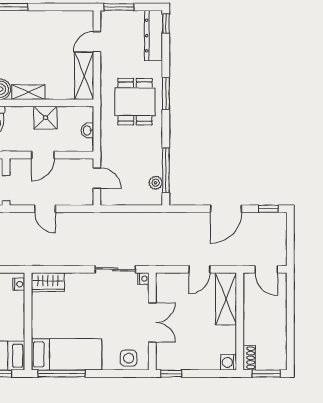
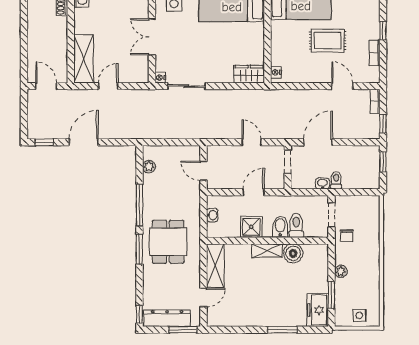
dresser: (153, 35) -> (167, 318), moved, turned -90
bidet: (14, 118) -> (280, 227), added
window: (166, 170) -> (139, 205), moved

